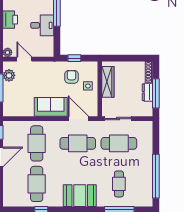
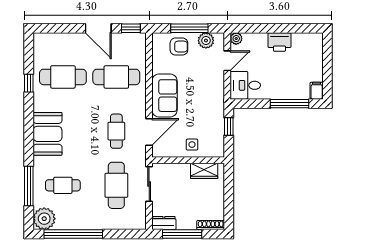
desk: (42, 25) -> (245, 85), moved, turned 90
armchair: (72, 77) -> (179, 47), moved
wardrobe: (108, 82) -> (204, 171), width x0.67
dresser: (147, 92) -> (164, 223), moved
cafe table: (78, 143) -> (116, 131), width x0.73, depth x0.74
plant: (144, 198) -> (44, 219), added

